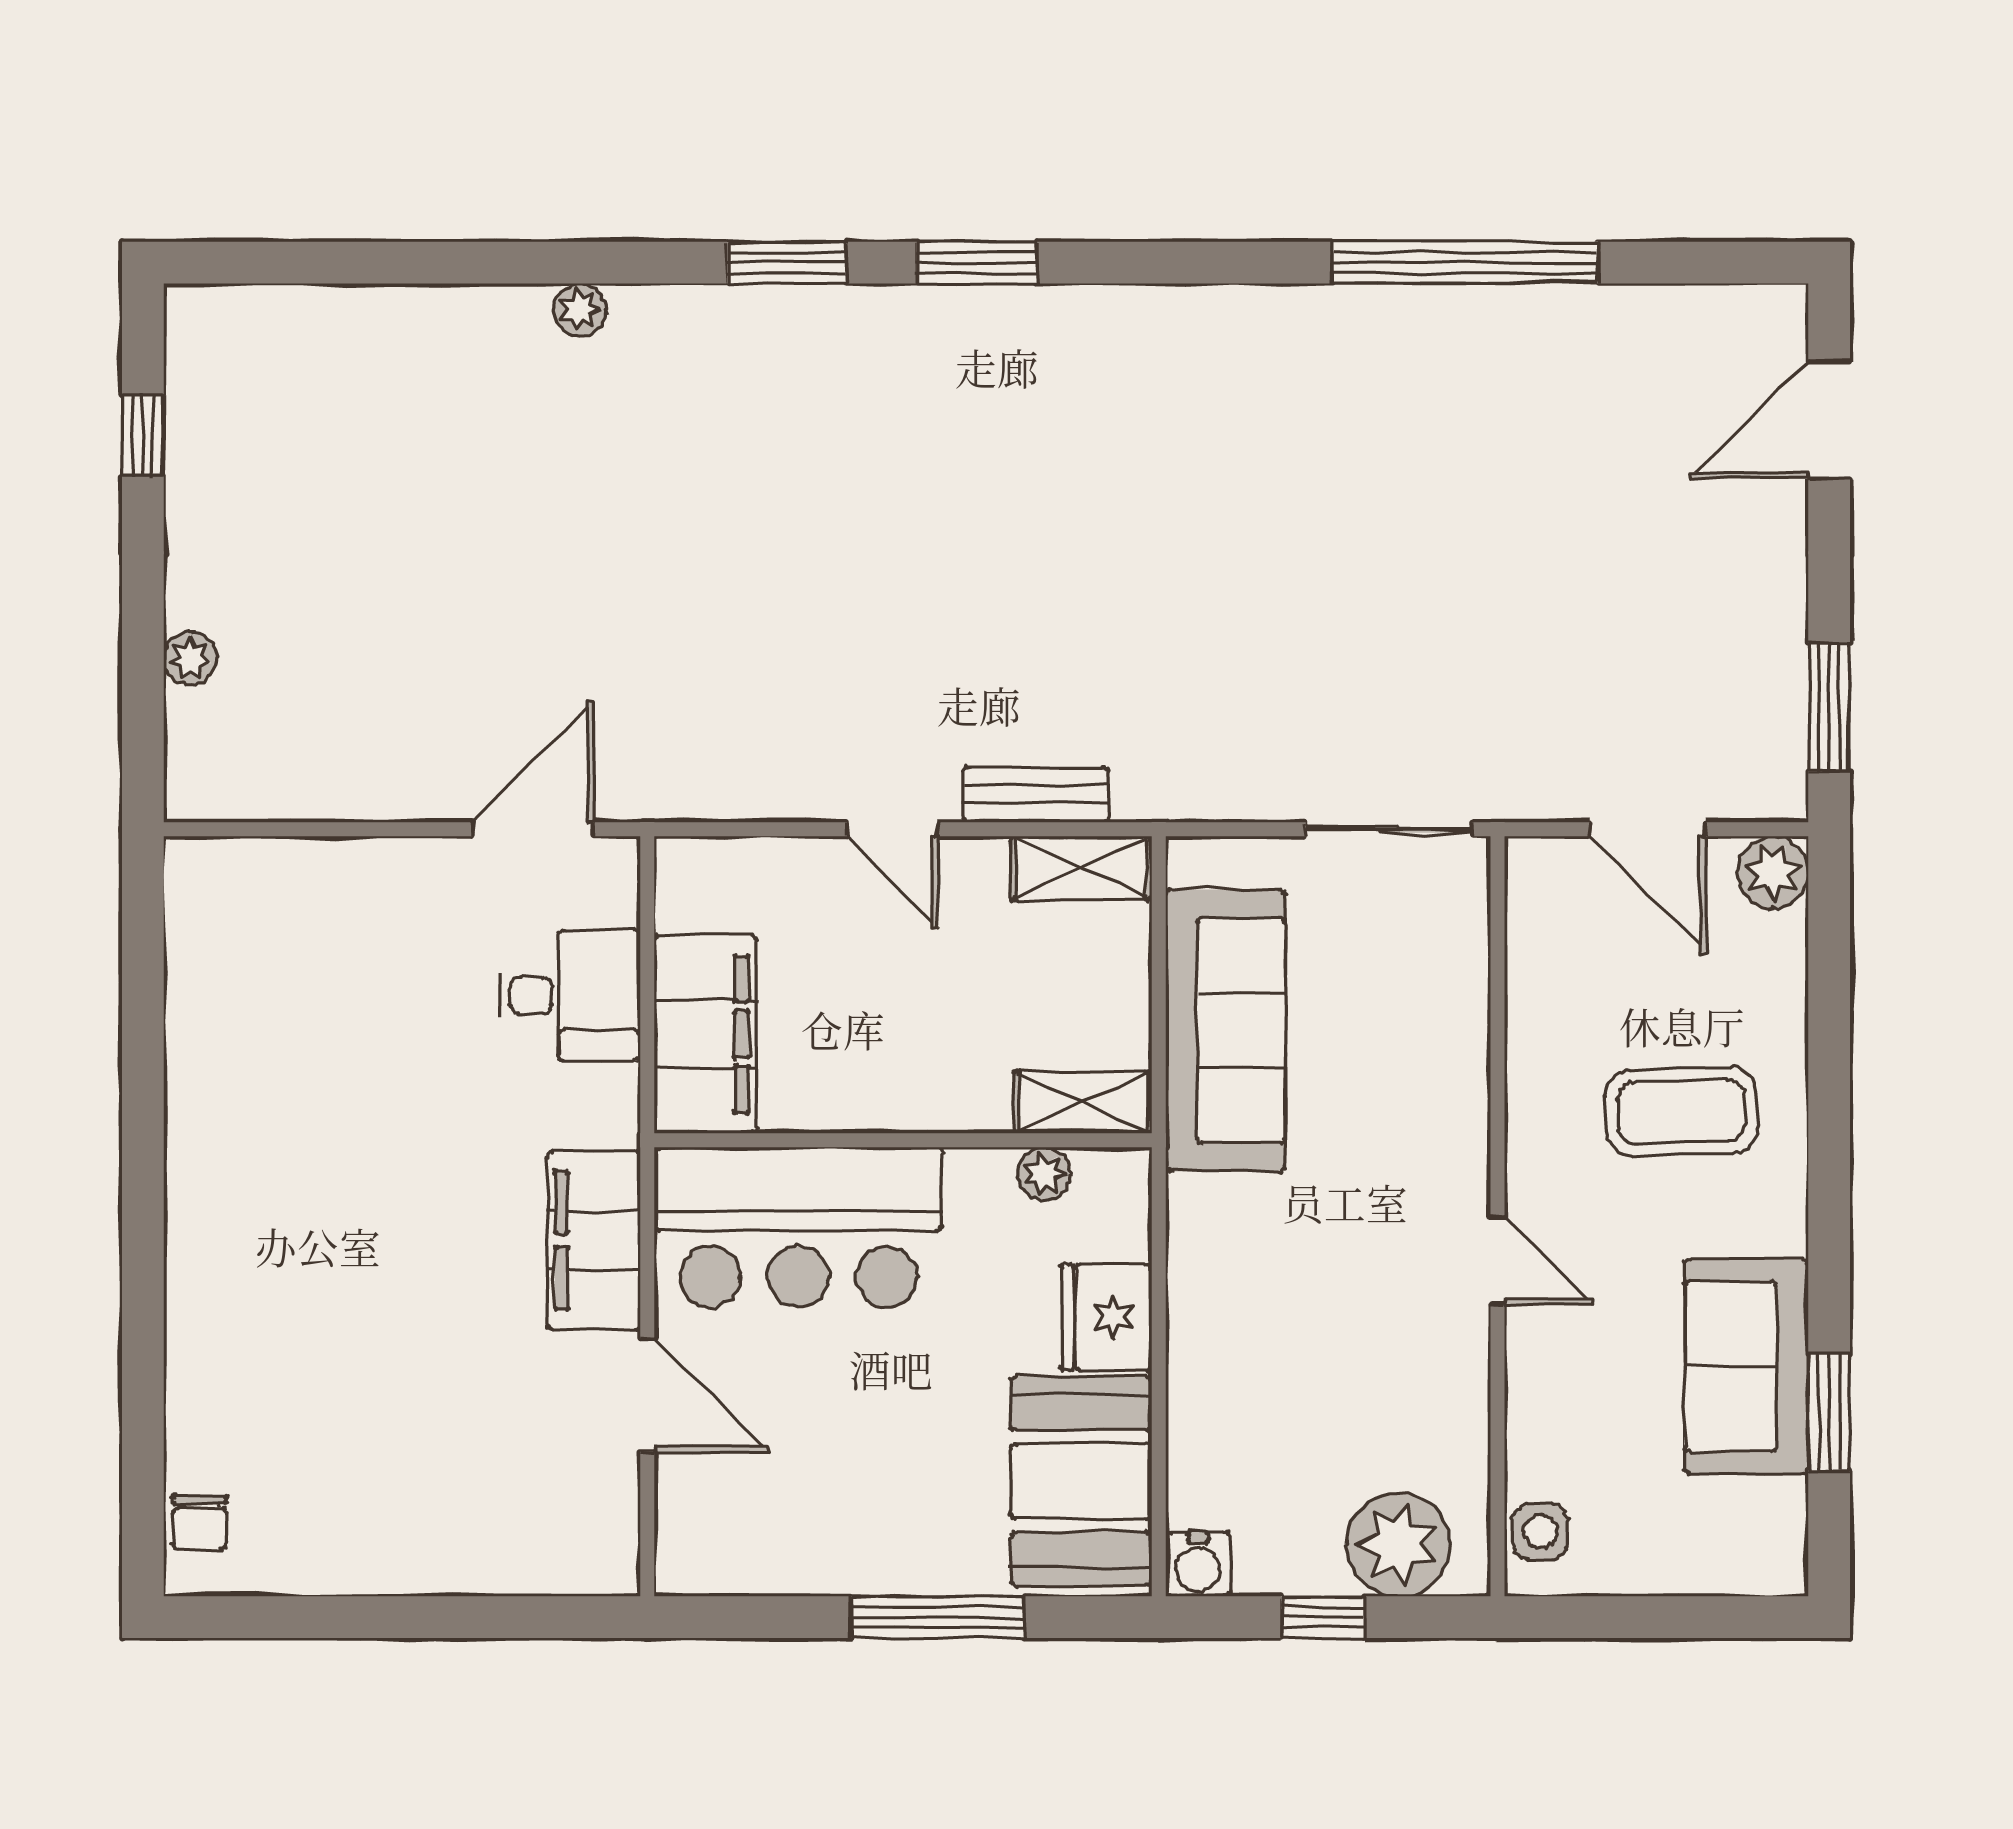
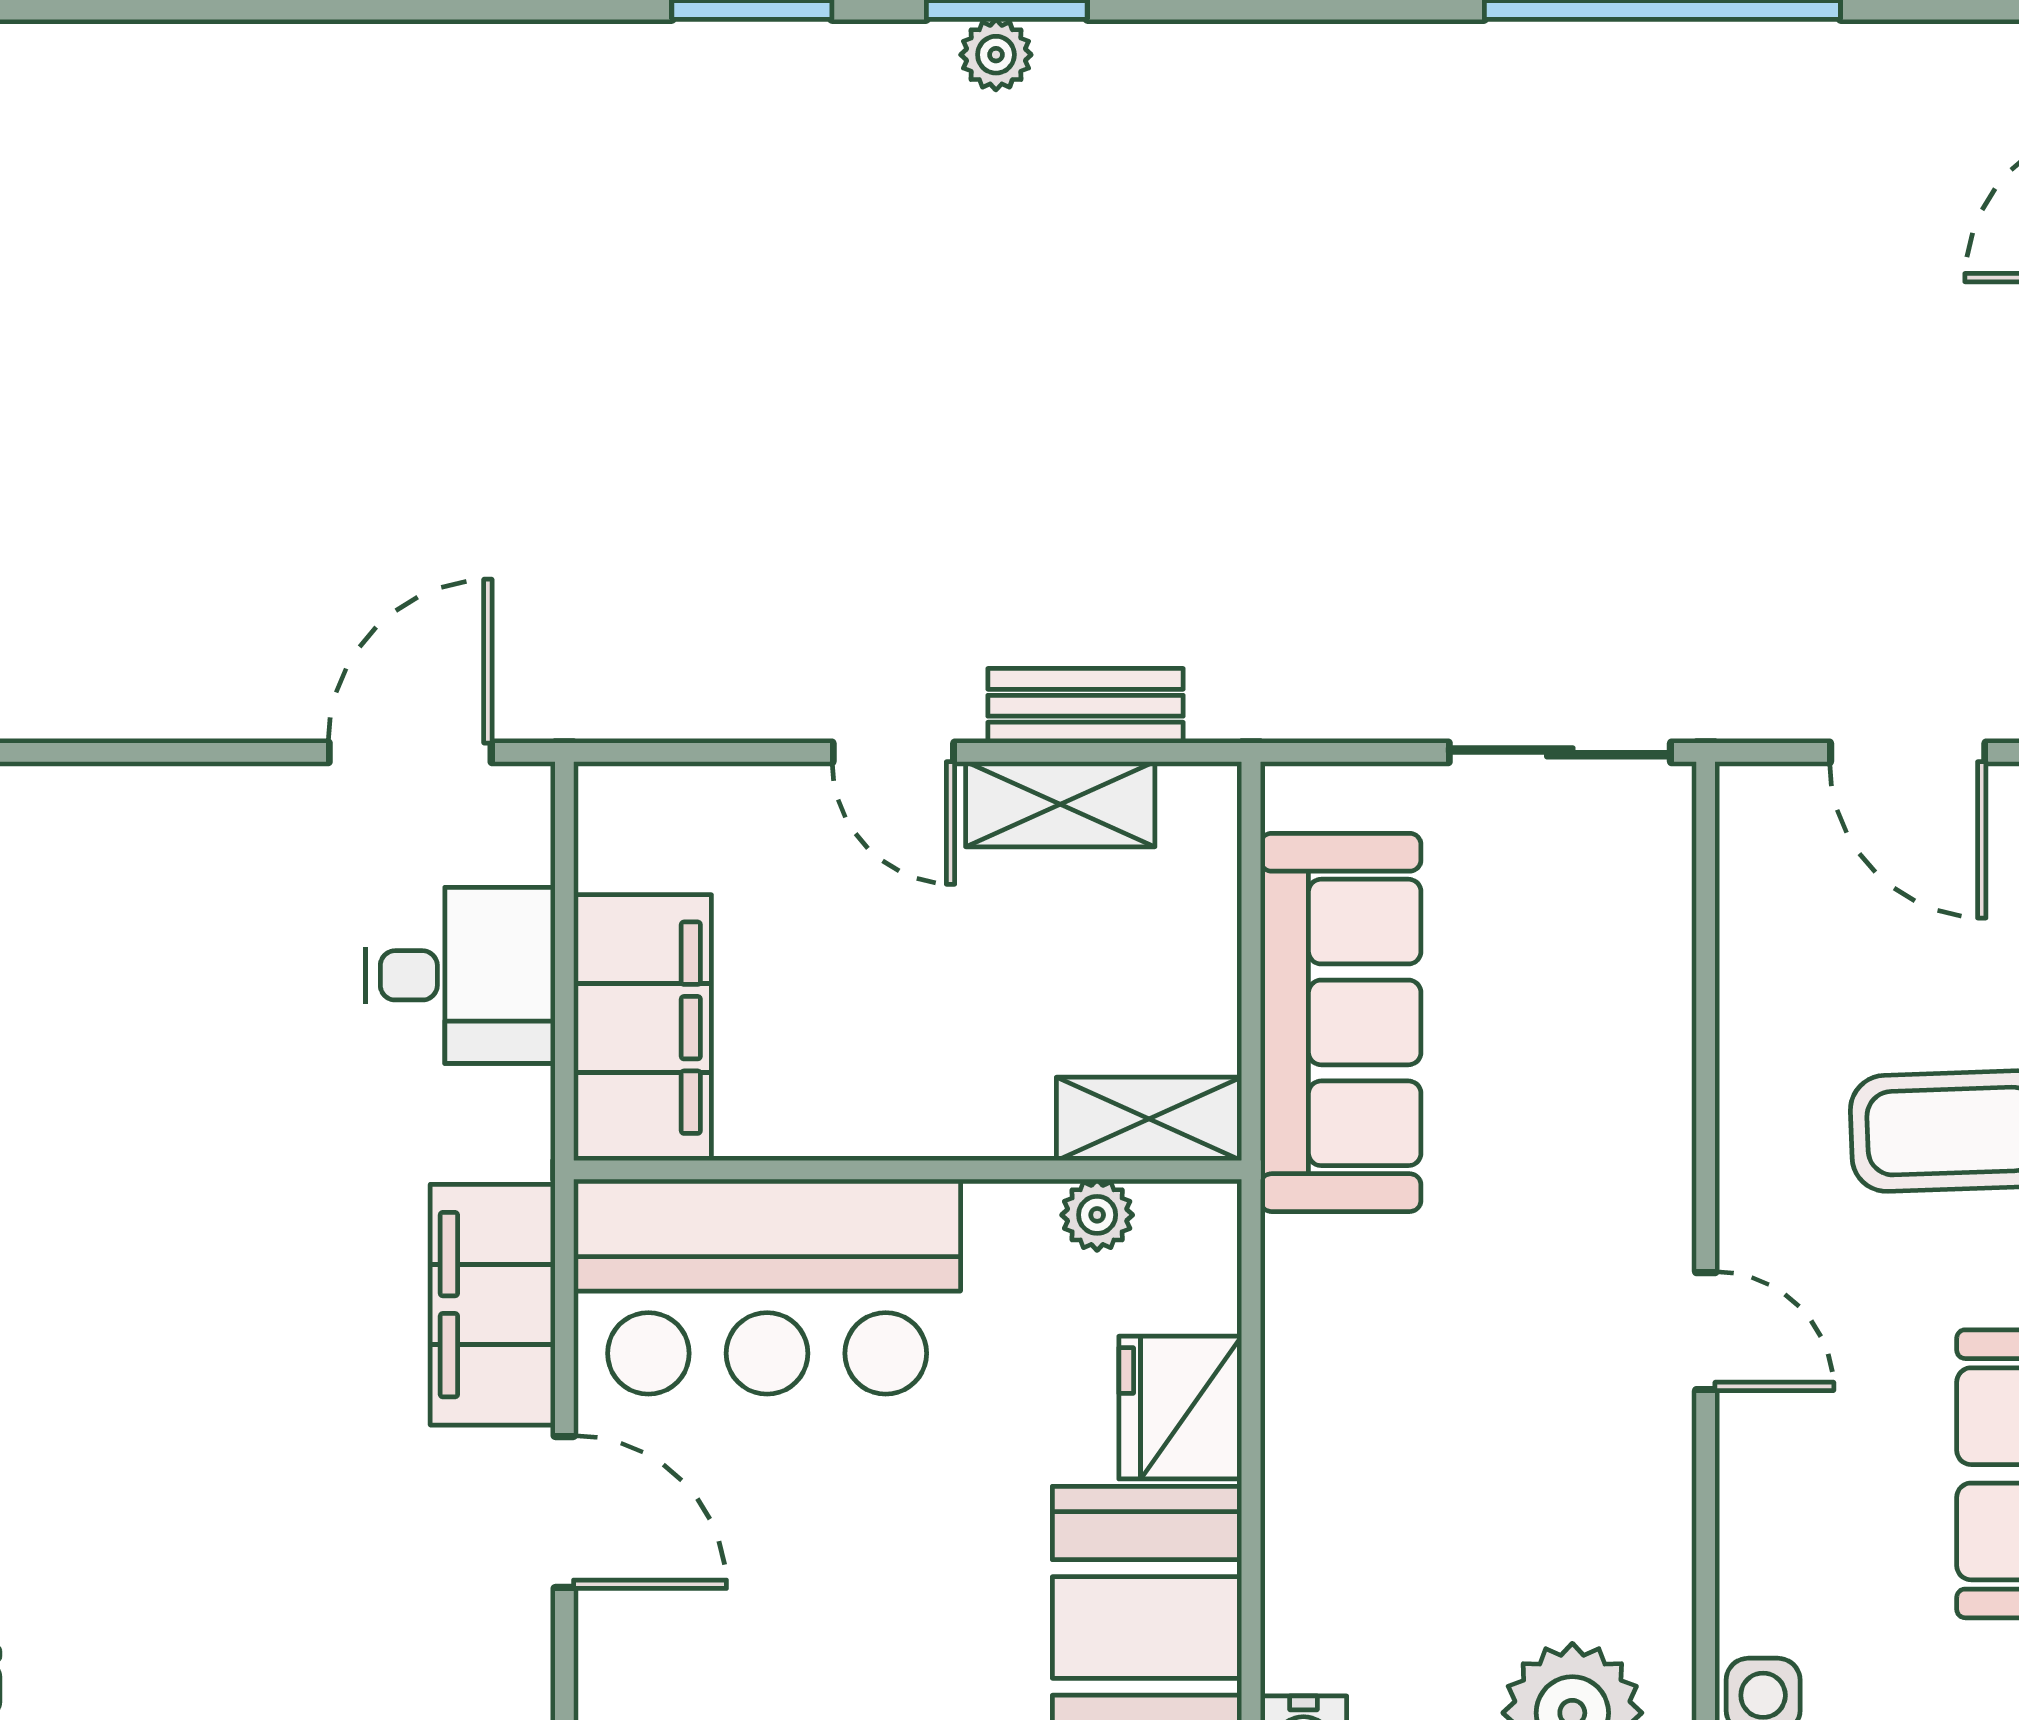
plant: (580, 310) -> (996, 55), moved
shelving: (1081, 868) -> (1060, 804), moved

